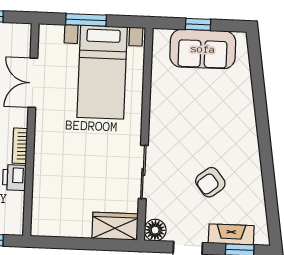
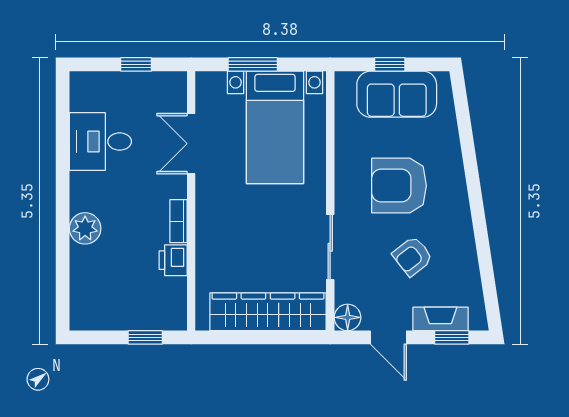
armchair: (202, 124) -> (399, 186), added
wardrobe: (115, 226) -> (268, 312), width x2.10, depth x1.17

